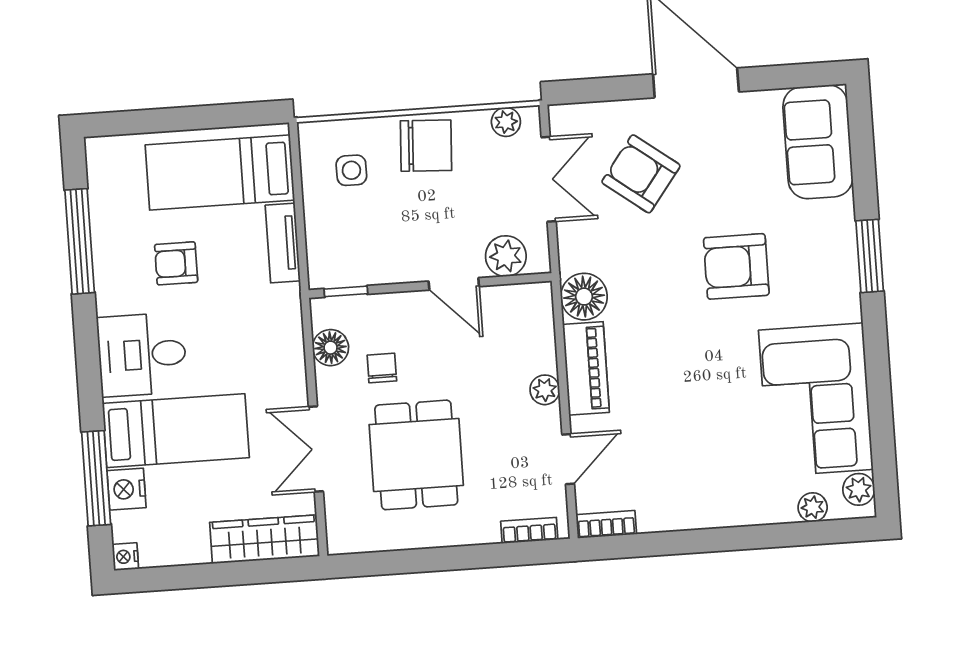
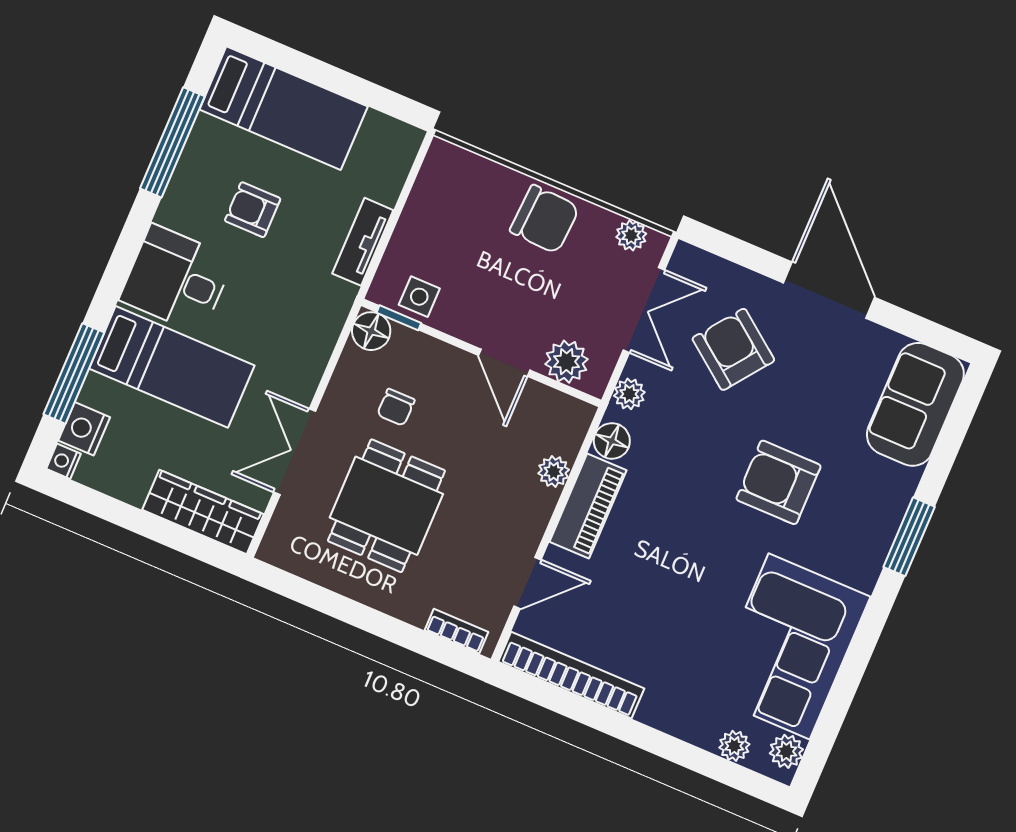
side table: (351, 170) -> (419, 297), moved
bed: (220, 173) -> (284, 108), moved, turned 180
plant: (573, 256) -> (629, 394), added
floor lamp: (584, 297) -> (612, 441), width x0.73, depth x0.73
floor lamp: (331, 348) -> (371, 331), moved
chair: (382, 368) -> (396, 407), turned 180
plant: (545, 390) -> (554, 472), moved
nightstand: (126, 489) -> (84, 429), moved
bookcase: (606, 524) -> (571, 675), width x2.31, depth x1.31

